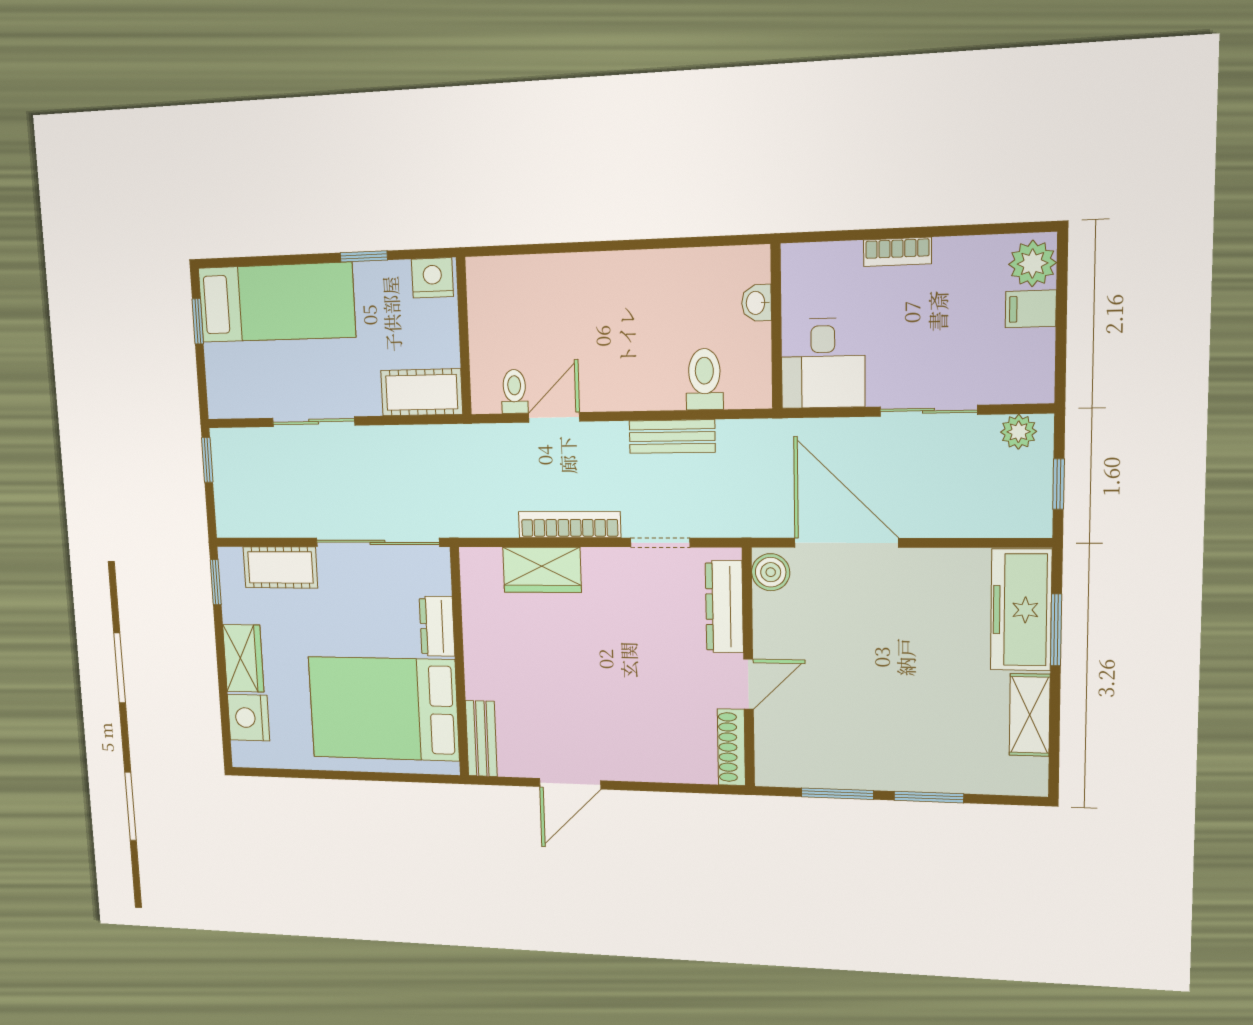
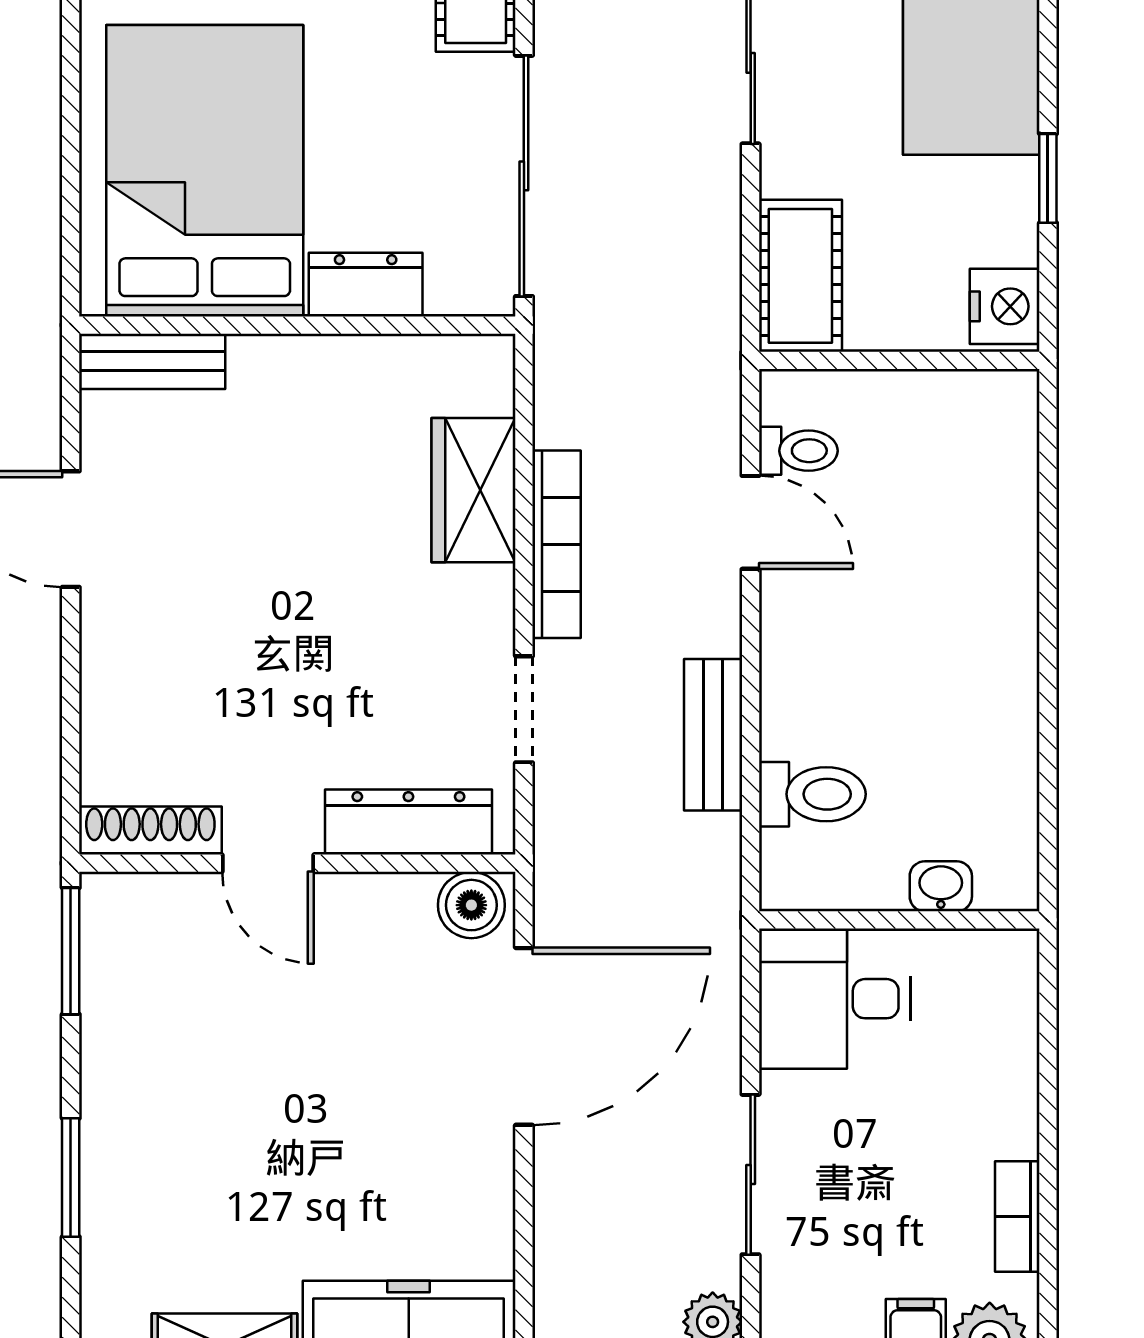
bookcase: (897, 252) -> (1017, 1217), moved
window: (837, 794) -> (71, 951), moved

